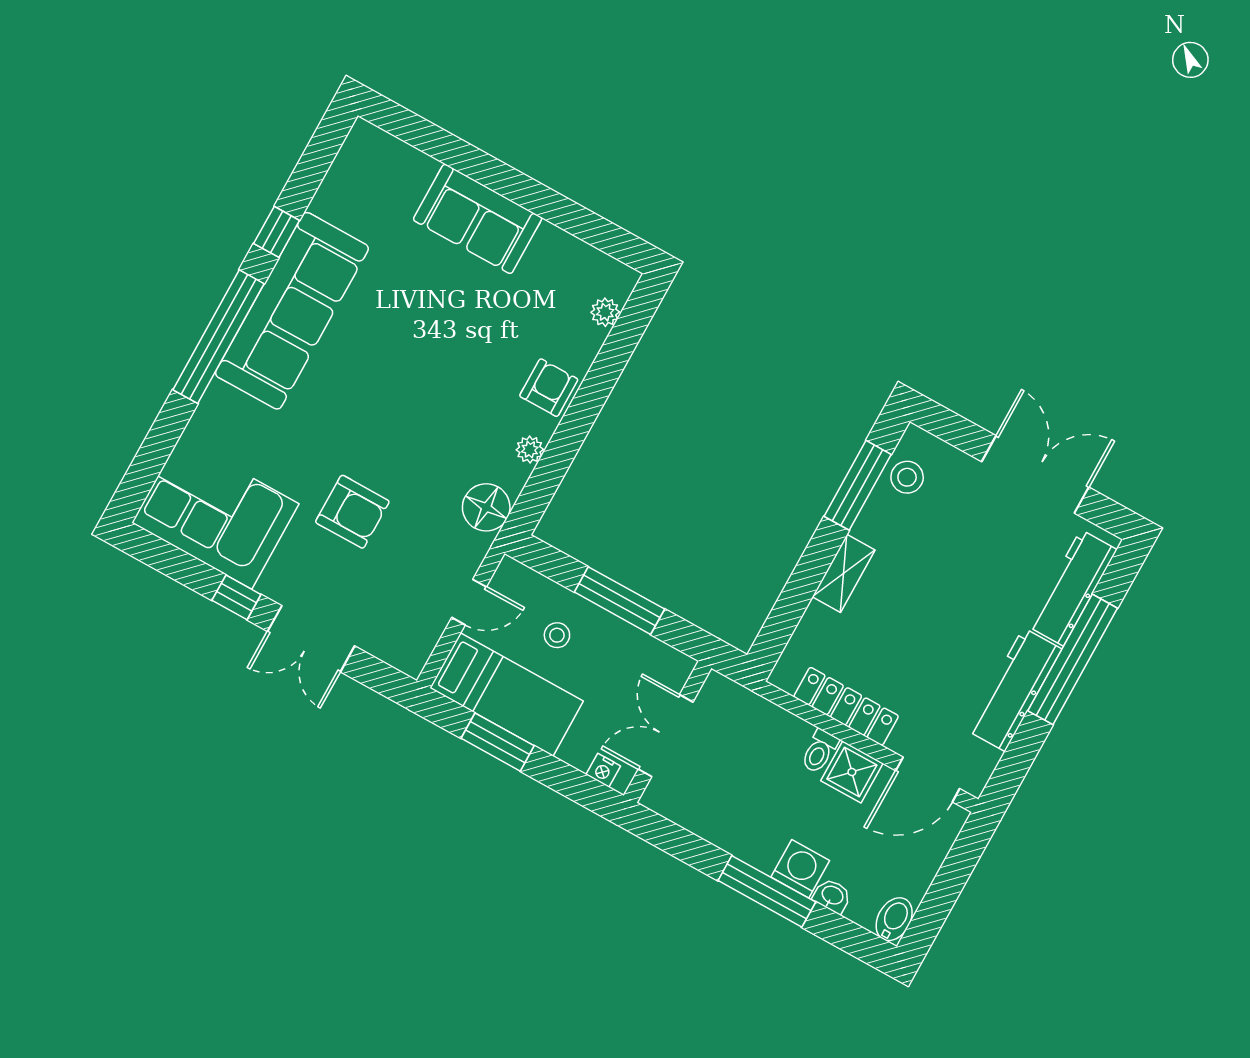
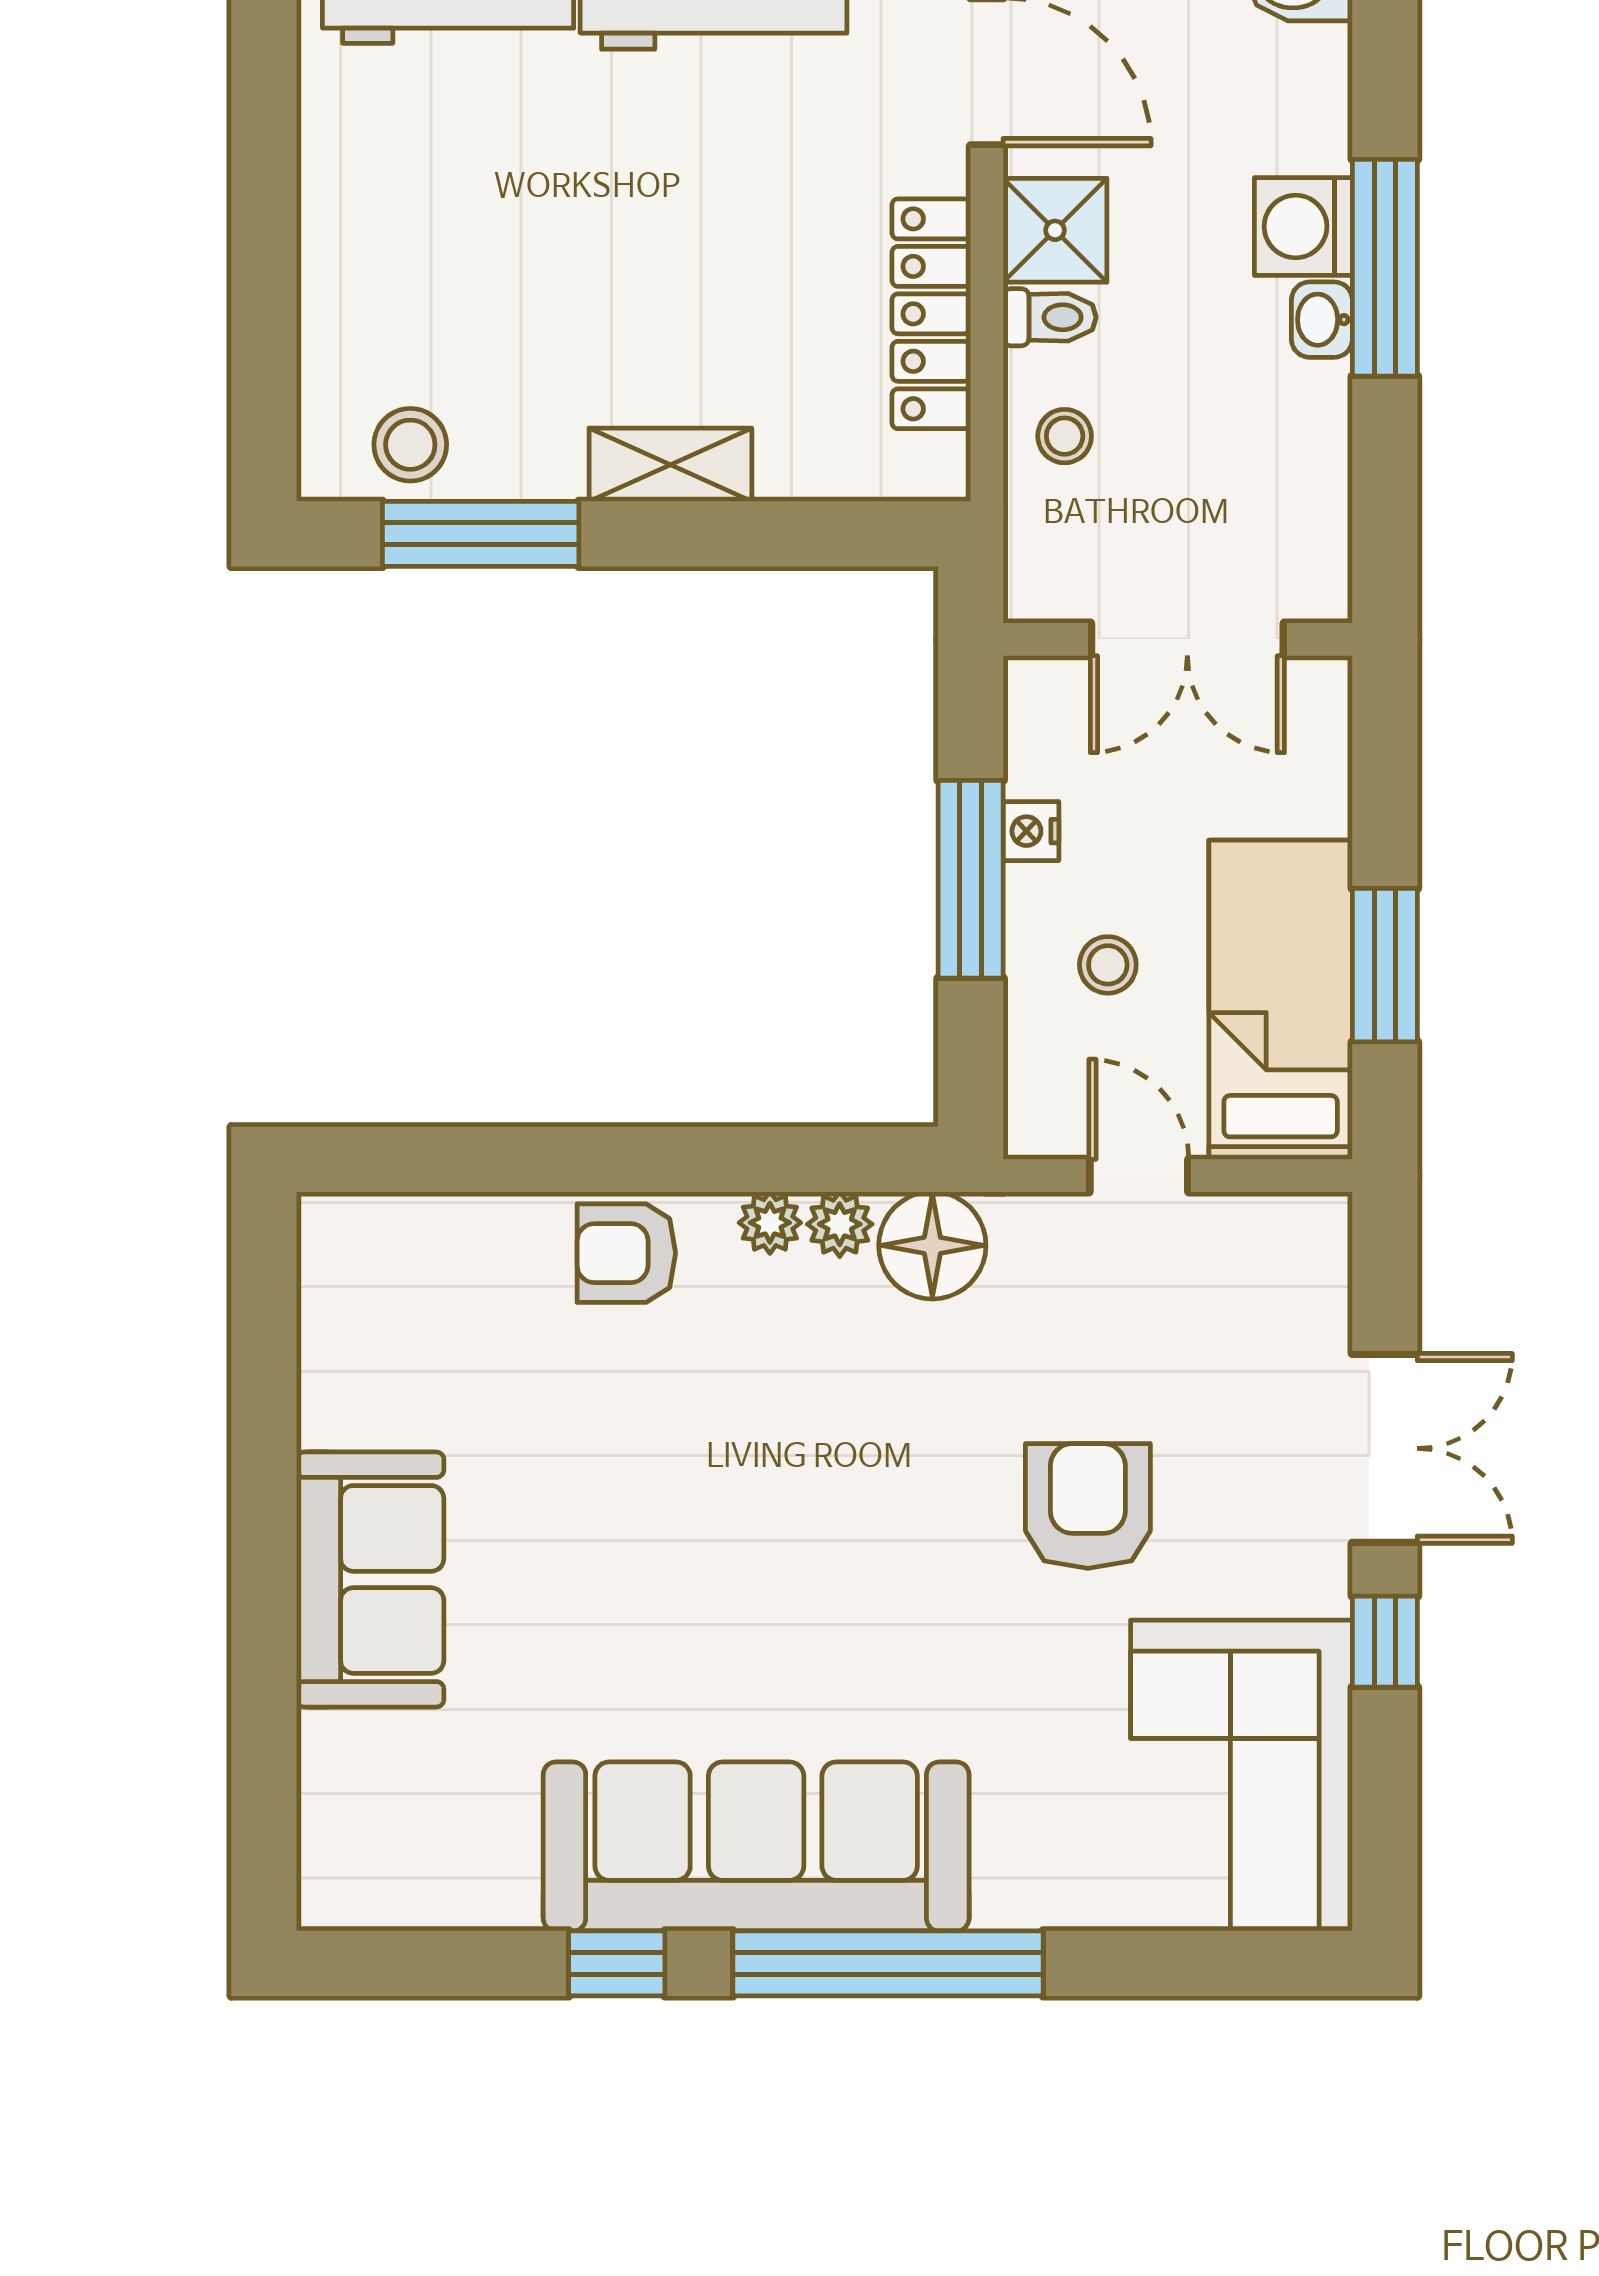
plant: (605, 312) -> (840, 1224), moved
double door: (1035, 474) -> (264, 194), removed
stool: (770, 732) -> (1065, 436), added
nightstand: (603, 770) -> (1031, 831), moved, turned 180
washbasin: (832, 896) -> (1322, 320), moved

